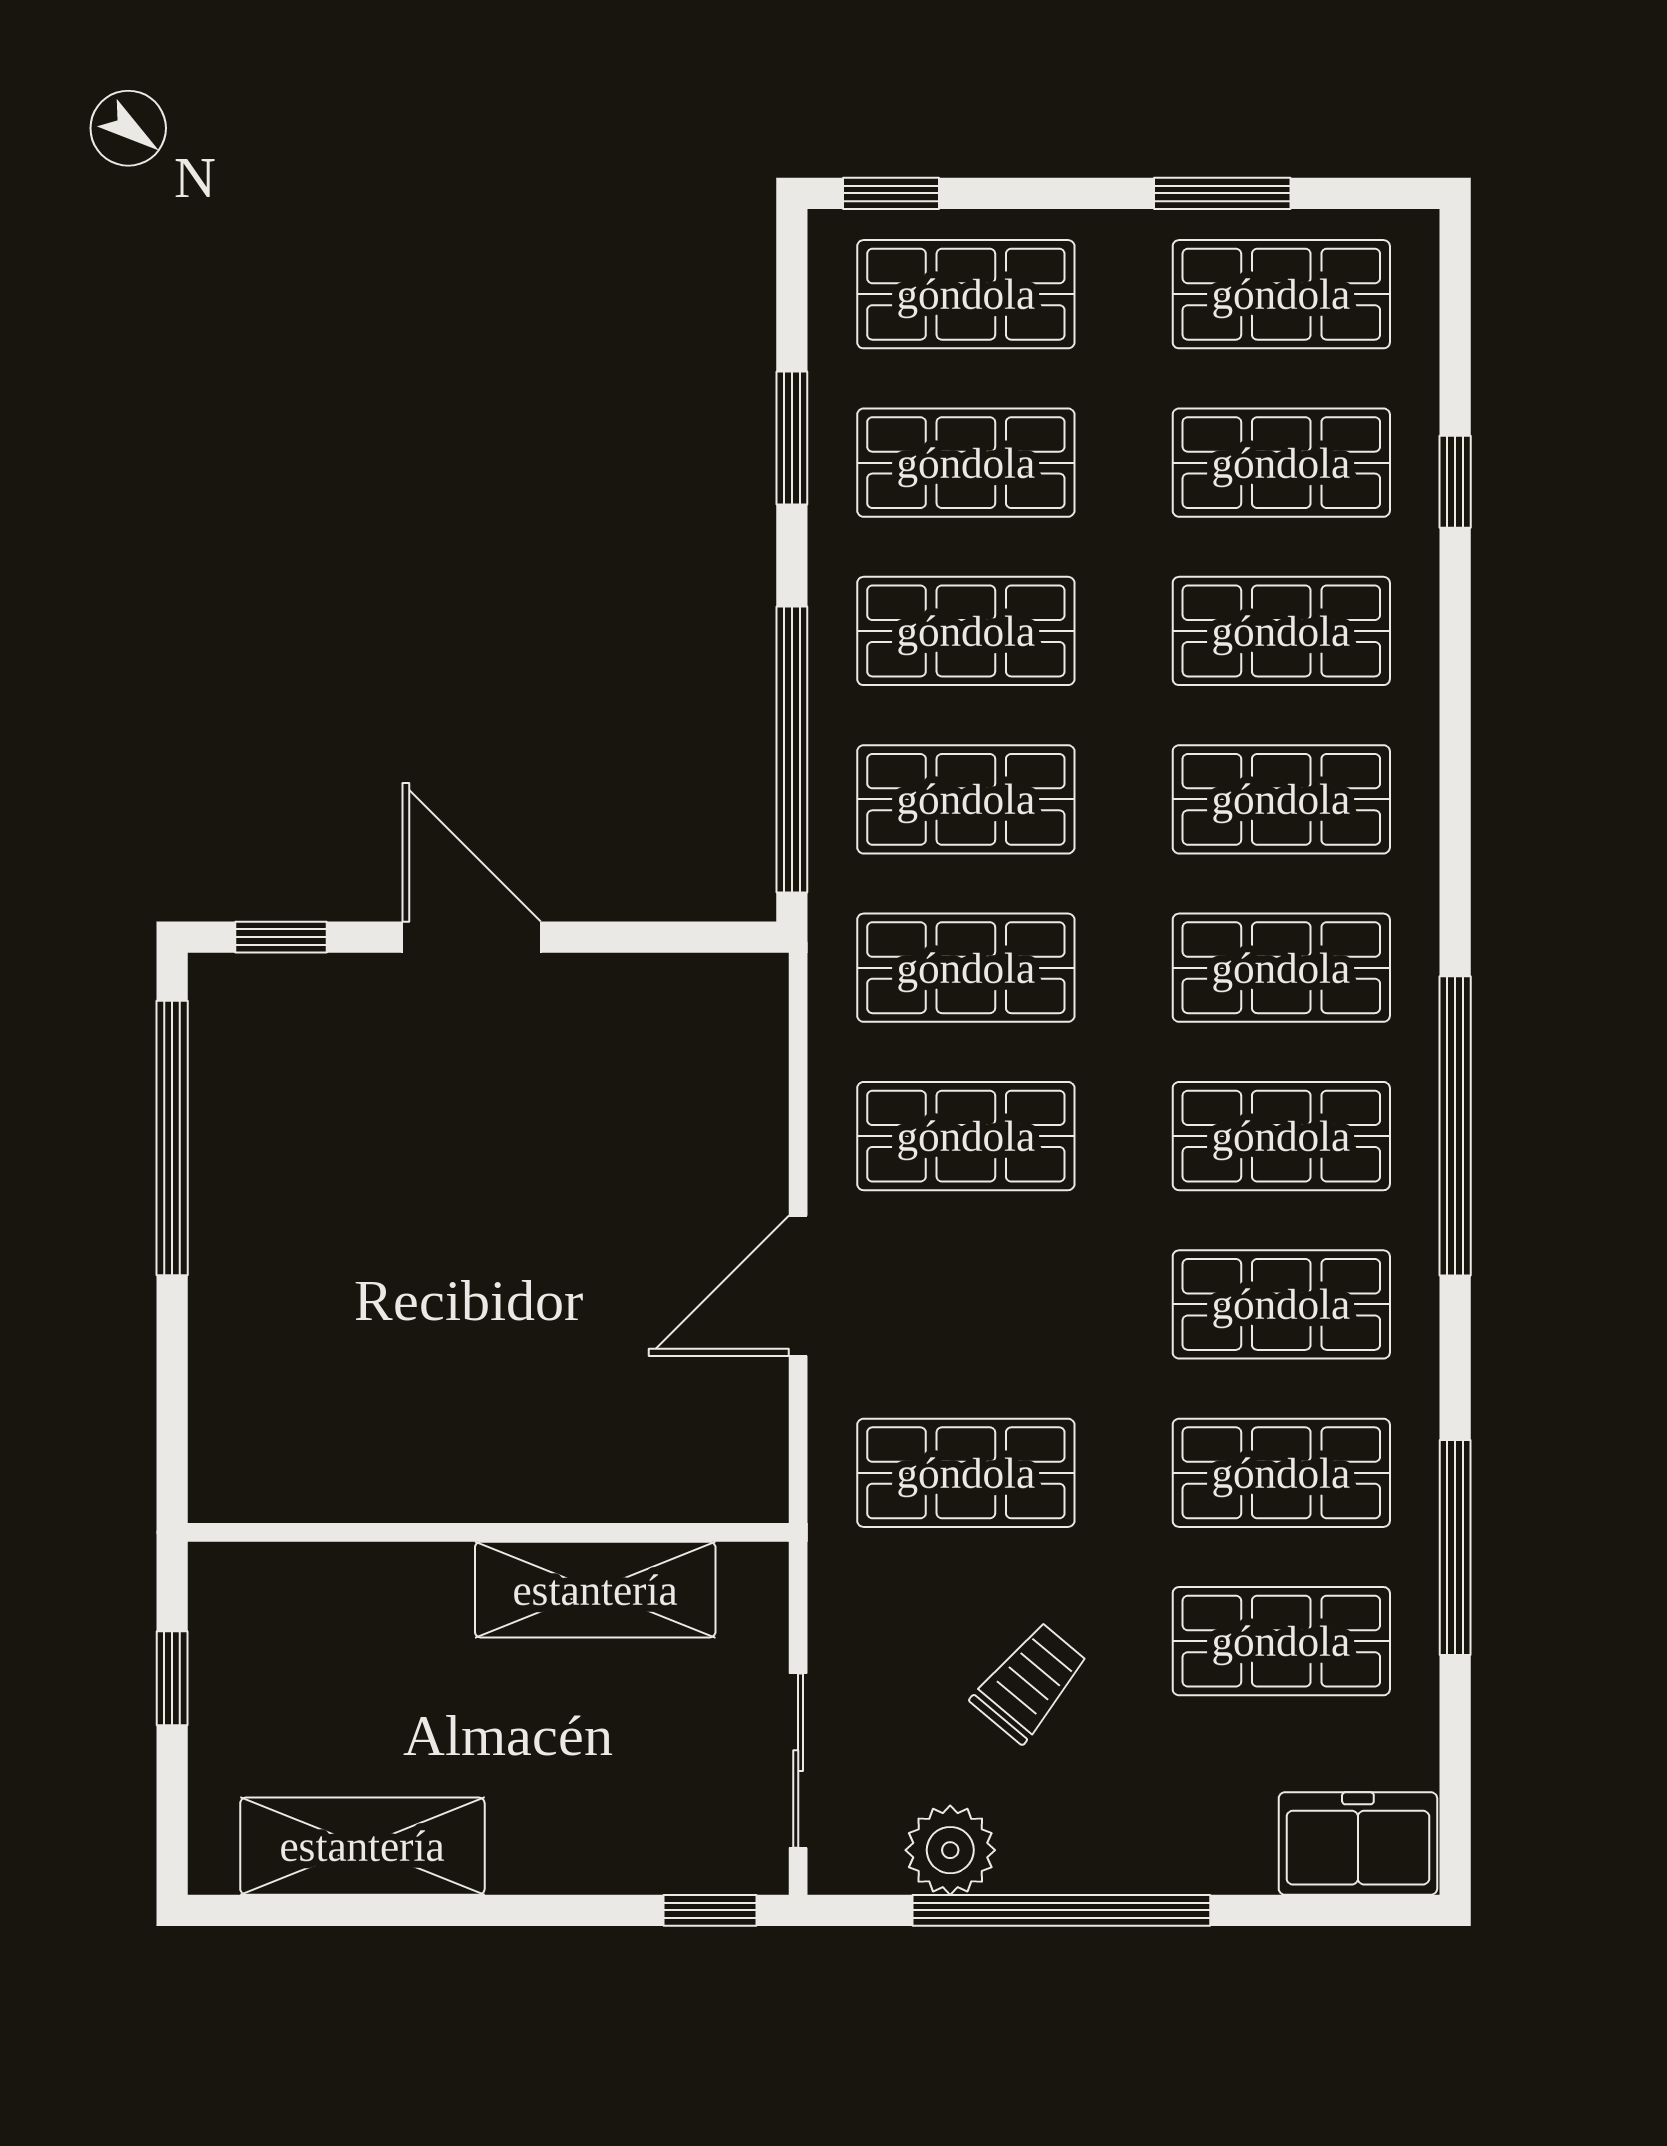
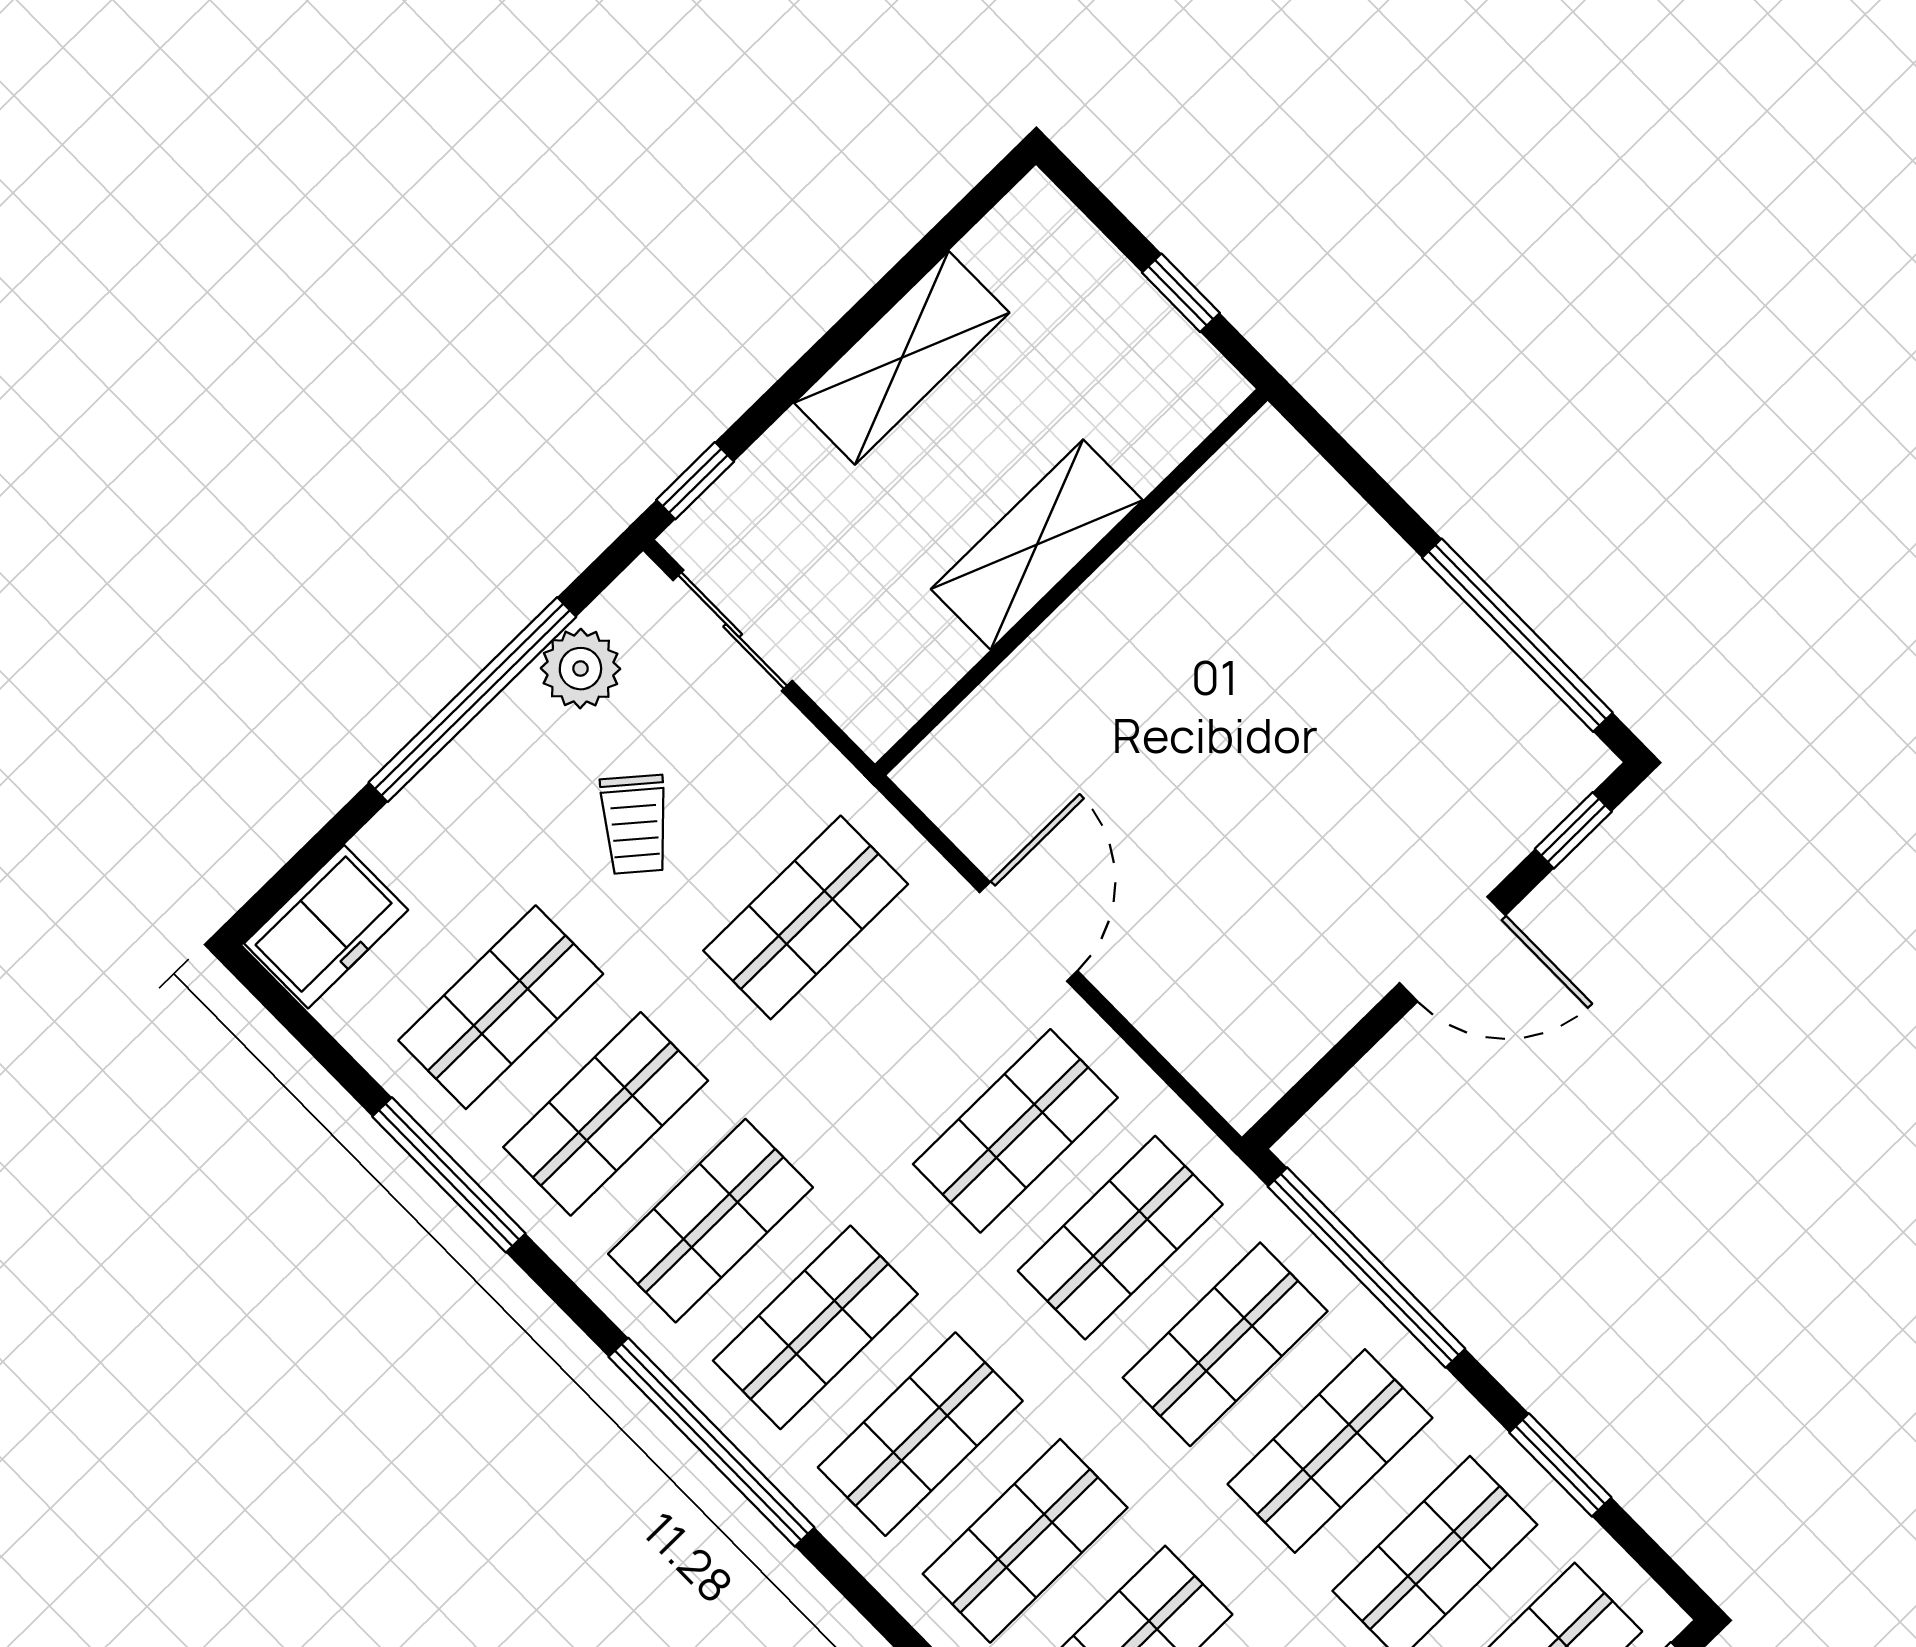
shelving: (595, 1590) -> (1037, 545), moved
shelving: (362, 1846) -> (902, 358), moved

